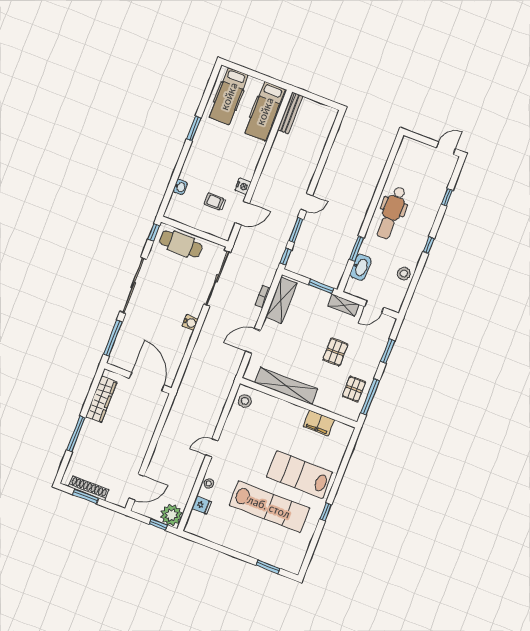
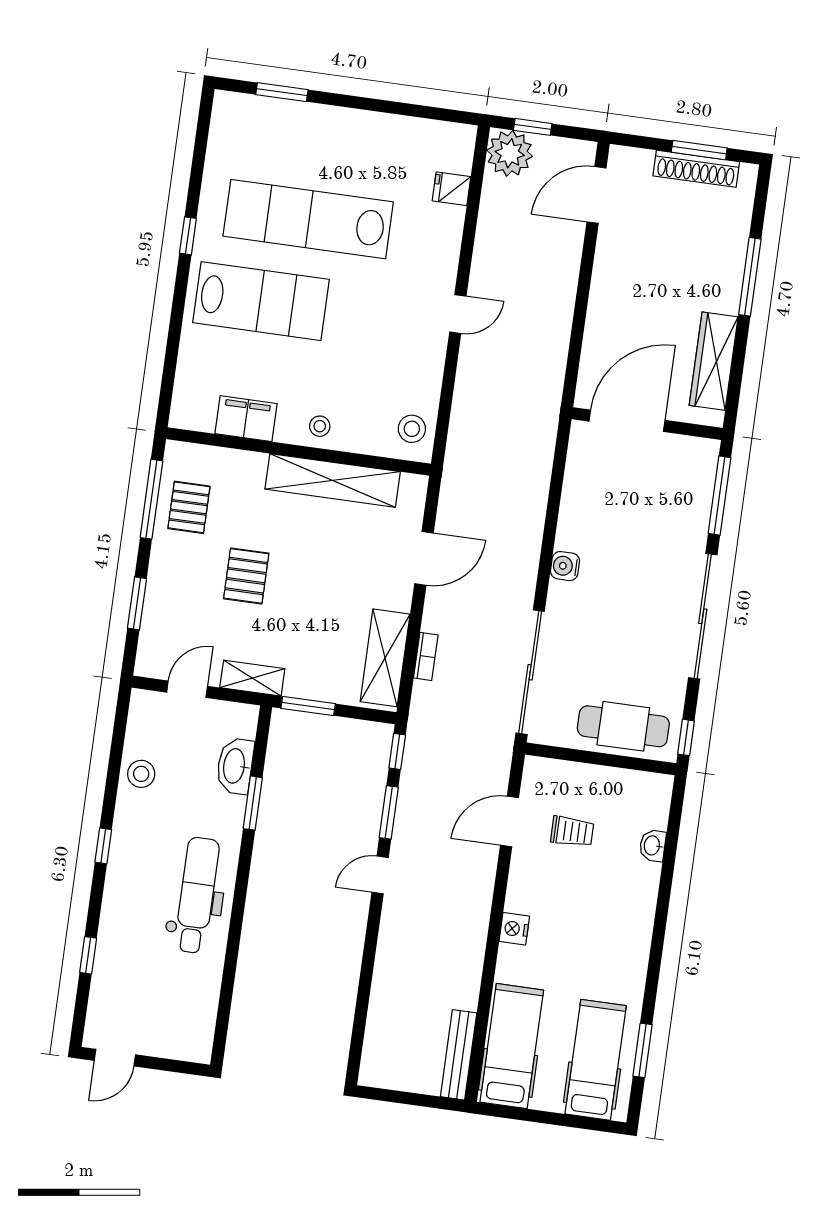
window: (194, 129) -> (643, 1050), moved
nightstand: (243, 186) -> (514, 929), moved
door: (147, 382) -> (627, 421), swing flipped
stool: (209, 484) -> (320, 426), moved

